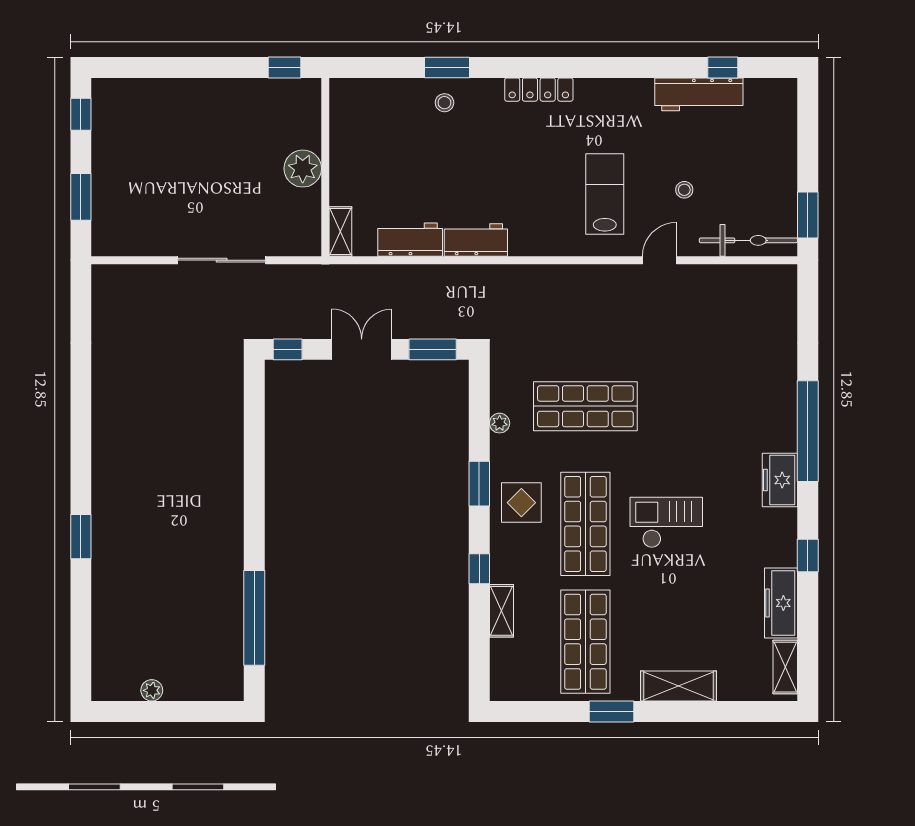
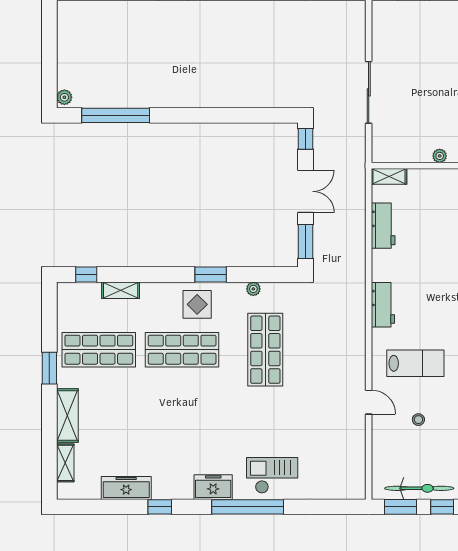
window: (808, 156) -> (442, 507), added
plant: (303, 169) -> (440, 156), width x0.53, depth x0.53
workbench: (476, 240) -> (383, 305), moved
bicycle: (748, 240) -> (419, 488), moved, turned -90
checkout: (666, 522) -> (272, 475), moved, turned -90
window: (479, 569) -> (86, 275), moved
shelving: (785, 667) -> (65, 463), moved, turned 90
plant: (152, 690) -> (64, 97), moved

